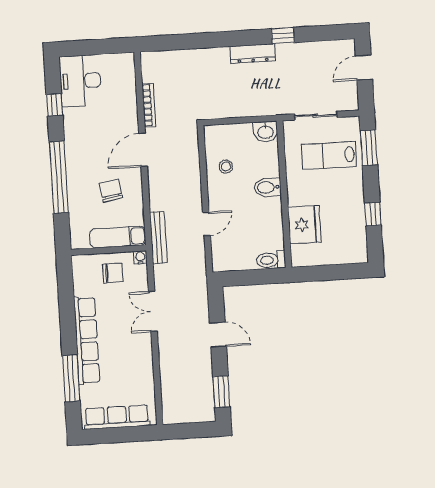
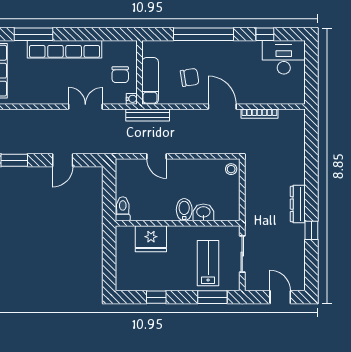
washbasin: (265, 132) -> (203, 212), moved, turned 90
stool: (226, 167) -> (231, 169), moved

